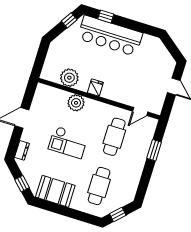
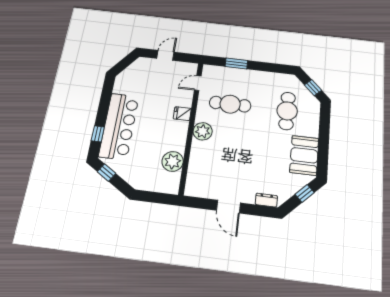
fridge: (95, 88) -> (182, 114), moved
plant: (76, 103) -> (203, 131), moved
door: (140, 112) -> (198, 83), swing flipped
checkout: (68, 142) -> (246, 151), removed
cafe table: (99, 186) -> (287, 111), turned 90

